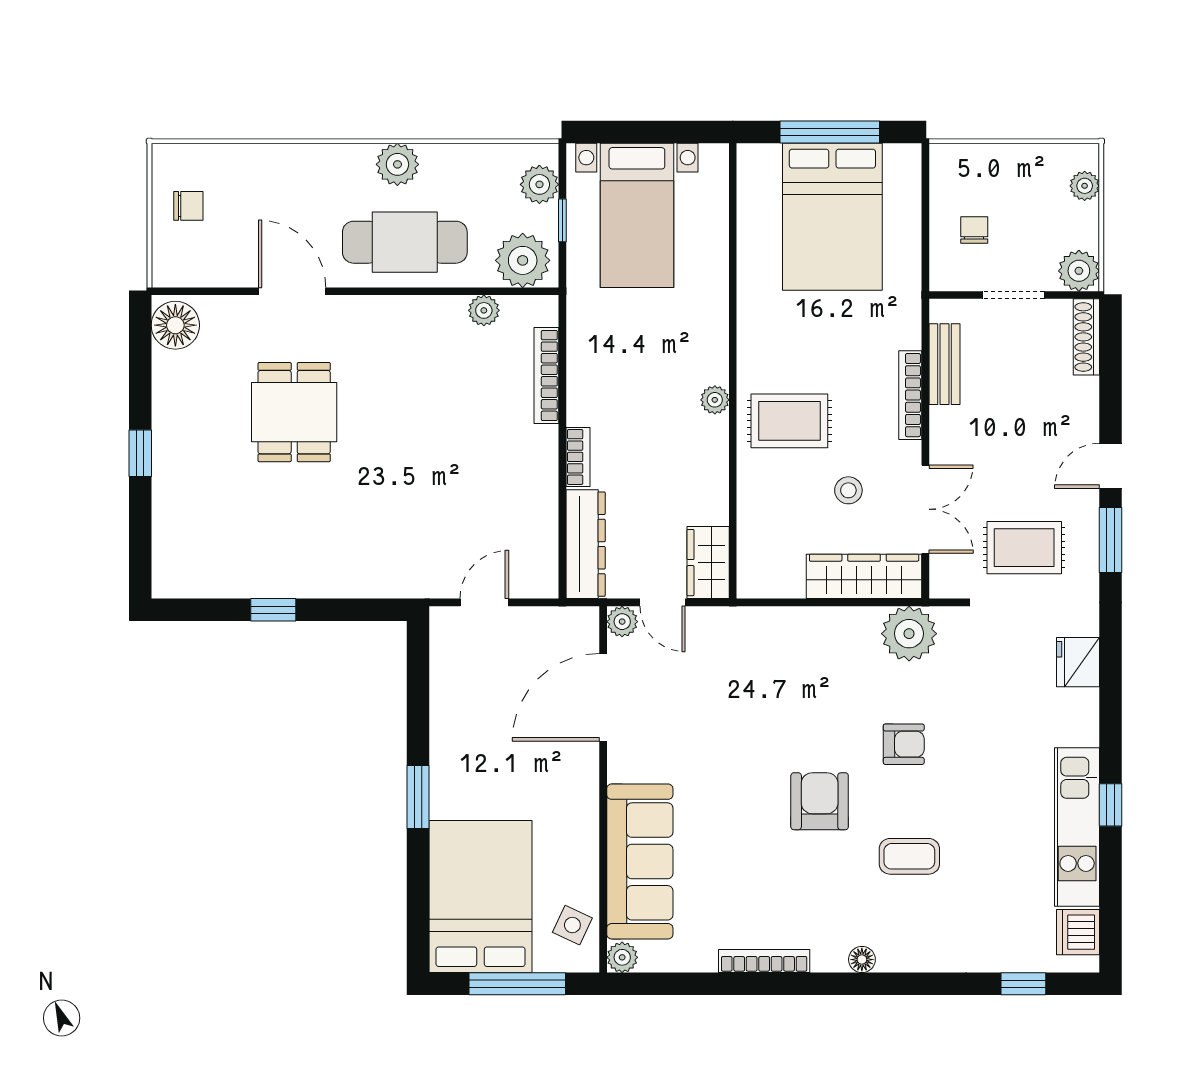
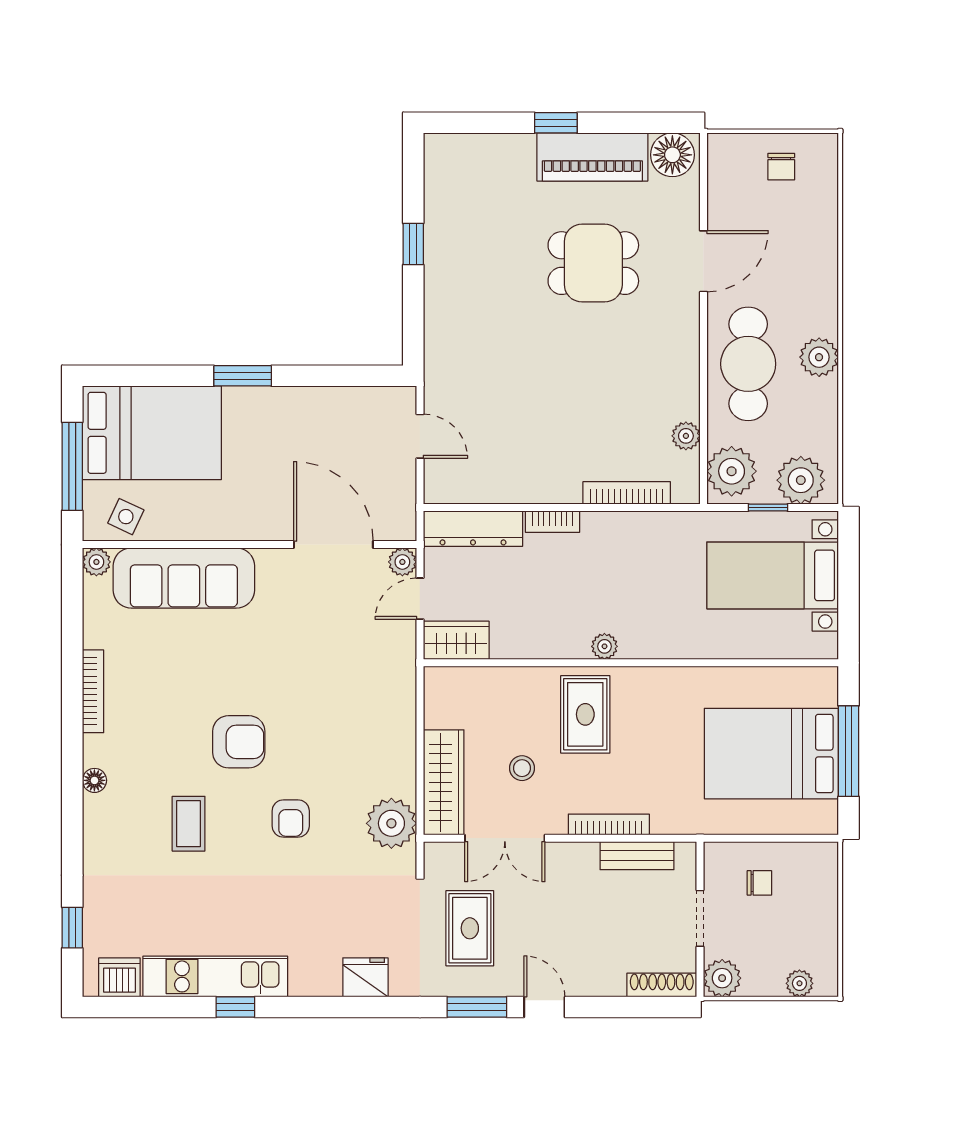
plant: (539, 184) -> (801, 480), width x1.36, depth x1.36
piano: (178, 413) -> (592, 157), added

